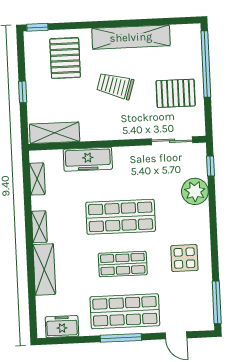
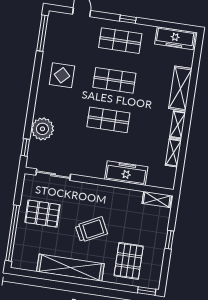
trolley: (115, 86) -> (91, 230), turned -44
shelving: (55, 133) -> (157, 199), width x0.67, depth x0.75
shelving: (37, 179) -> (173, 153), moved
shop shelf: (121, 217) -> (108, 120), width x0.70, depth x0.74
shop shelf: (125, 311) -> (120, 41), width x0.70, depth x0.74
freezer: (62, 327) -> (175, 38), width x1.40
window: (121, 338) -> (128, 19), width x0.46

